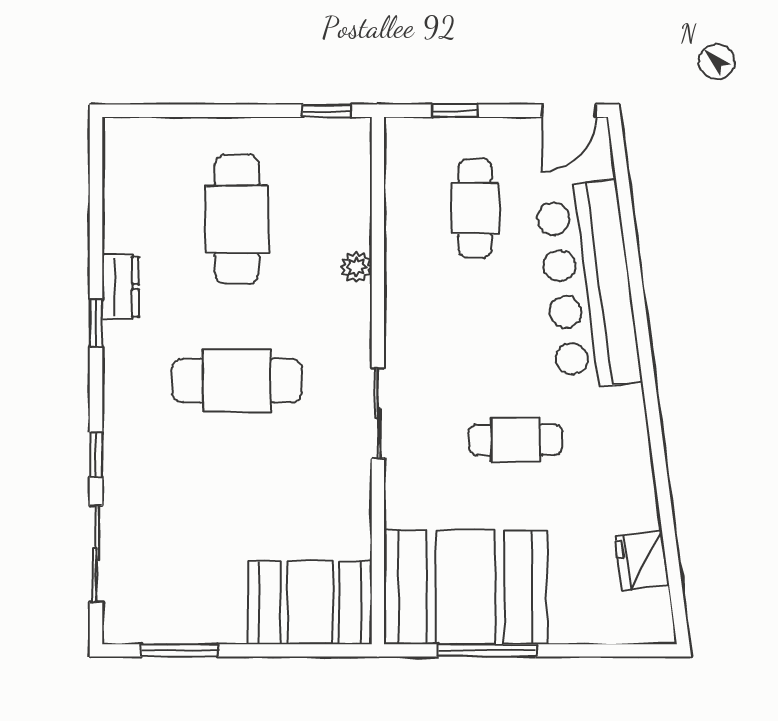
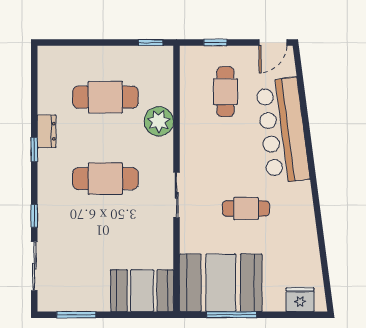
cafe table: (237, 219) -> (105, 97), turned 90
plant: (356, 267) -> (159, 121), width x1.88, depth x1.88
fridge: (642, 561) -> (300, 300), moved, turned 97

